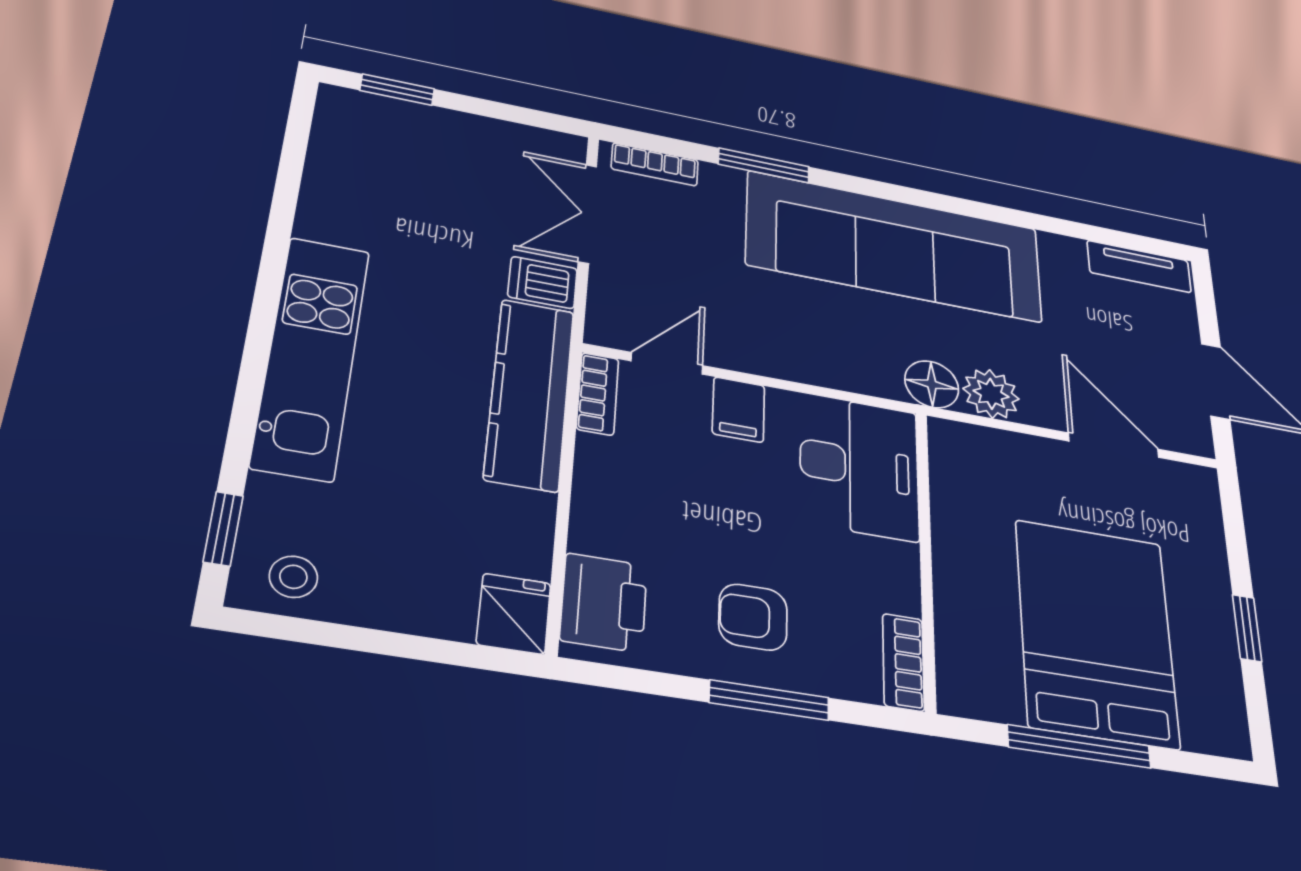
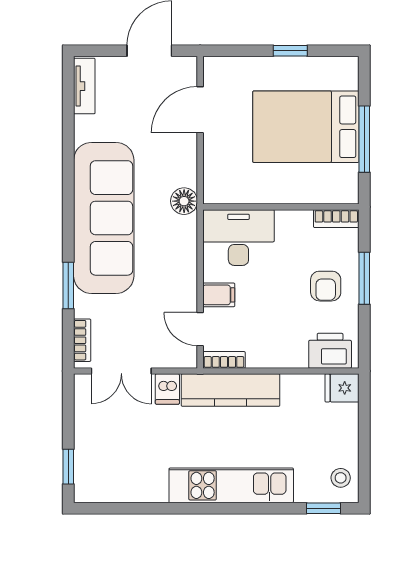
plant: (991, 394) -> (183, 171), removed

